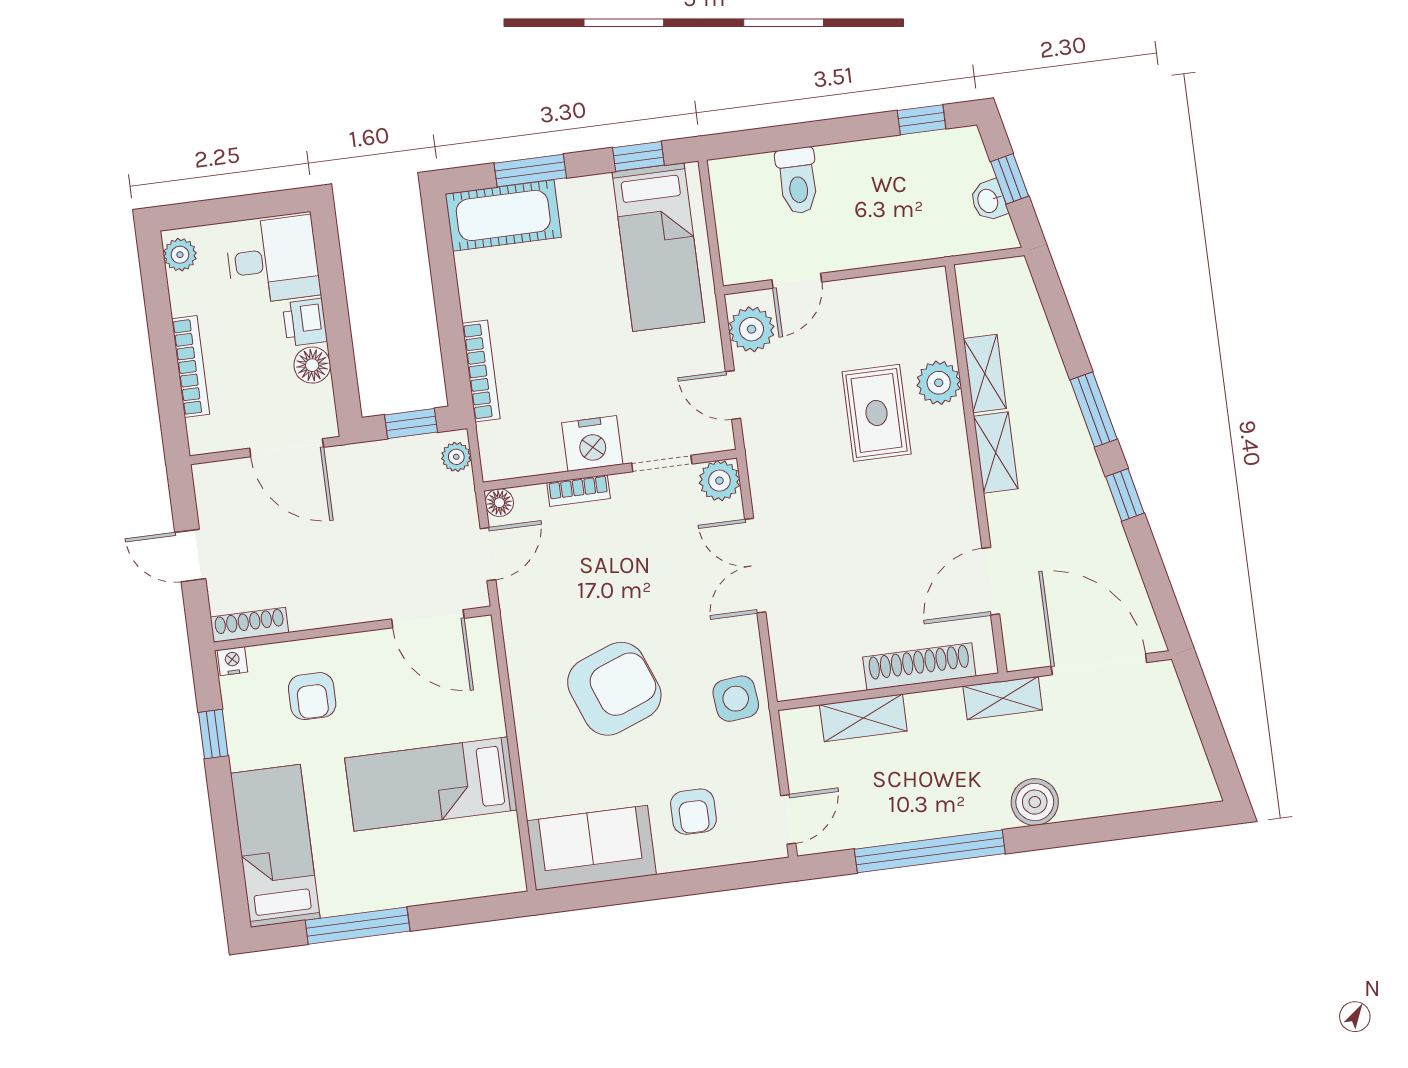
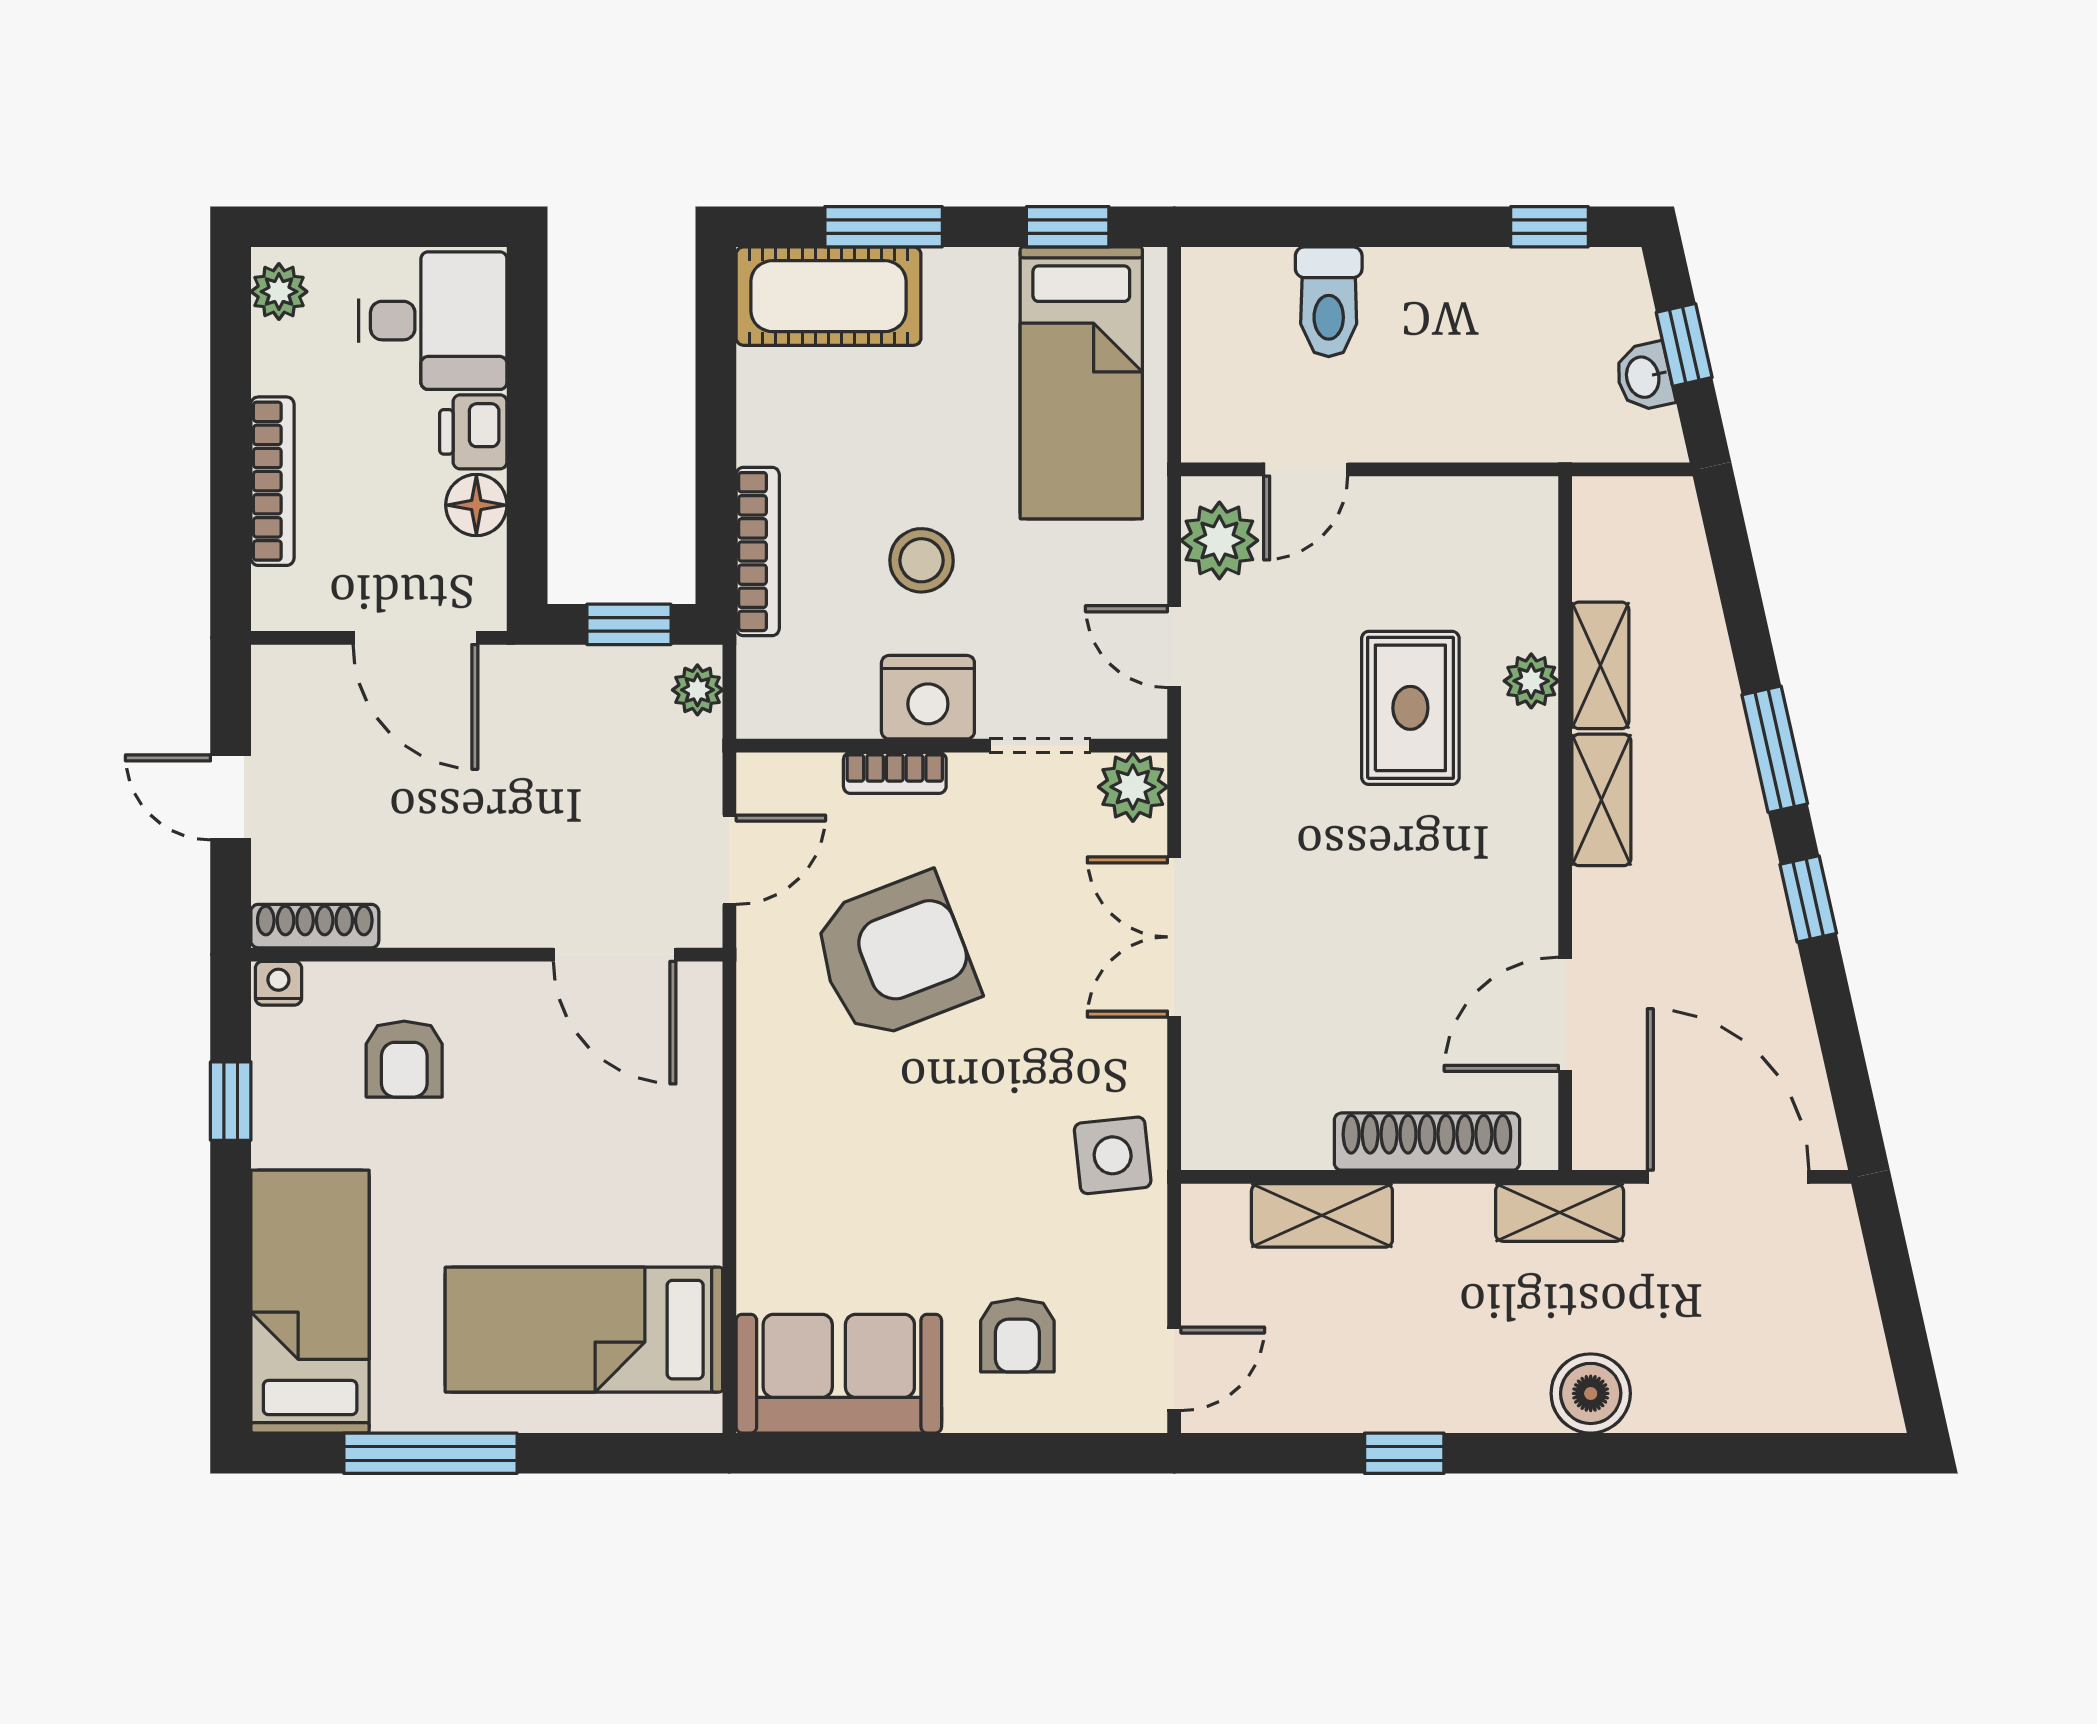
stool: (578, 364) -> (922, 560), added
plant: (939, 383) -> (1531, 681), width x0.73, depth x0.73
floor lamp: (499, 503) -> (760, 776), removed
armchair: (614, 689) -> (895, 957), moved
bed: (431, 784) -> (584, 1330), moved
window: (930, 851) -> (1404, 1453), width x0.32

